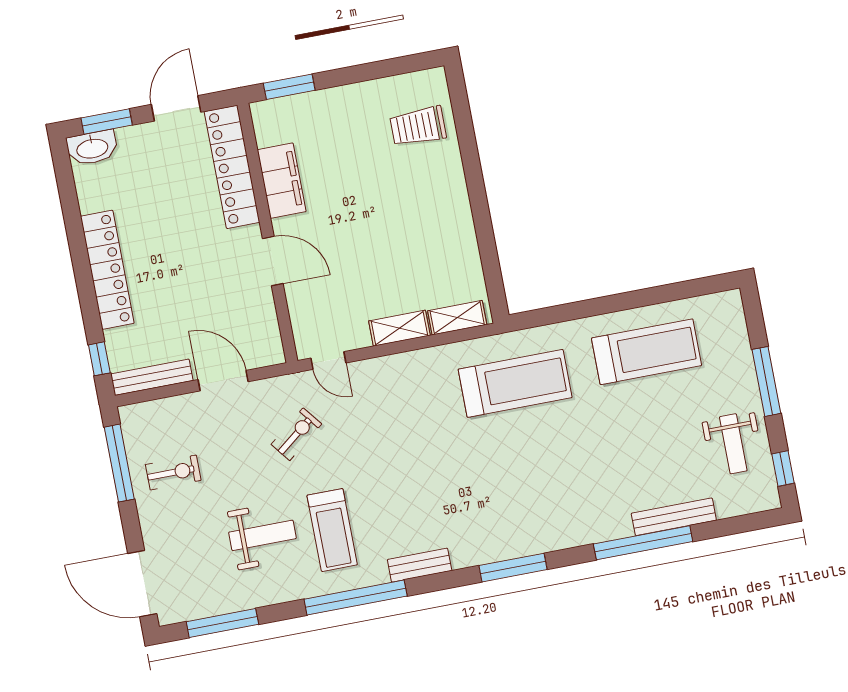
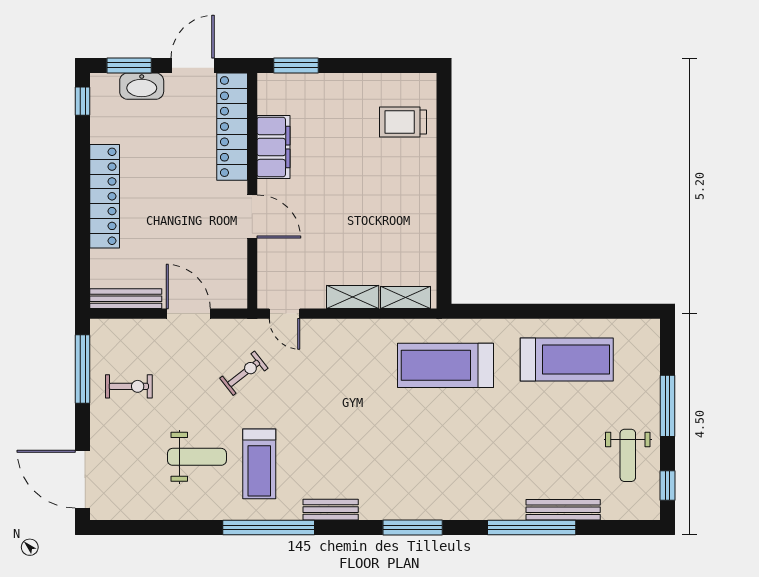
washbasin: (92, 148) -> (142, 86), moved
window: (99, 359) -> (83, 101), moved
treadmill: (515, 383) -> (445, 365), turned 180
window: (222, 623) -> (147, 527), removed

